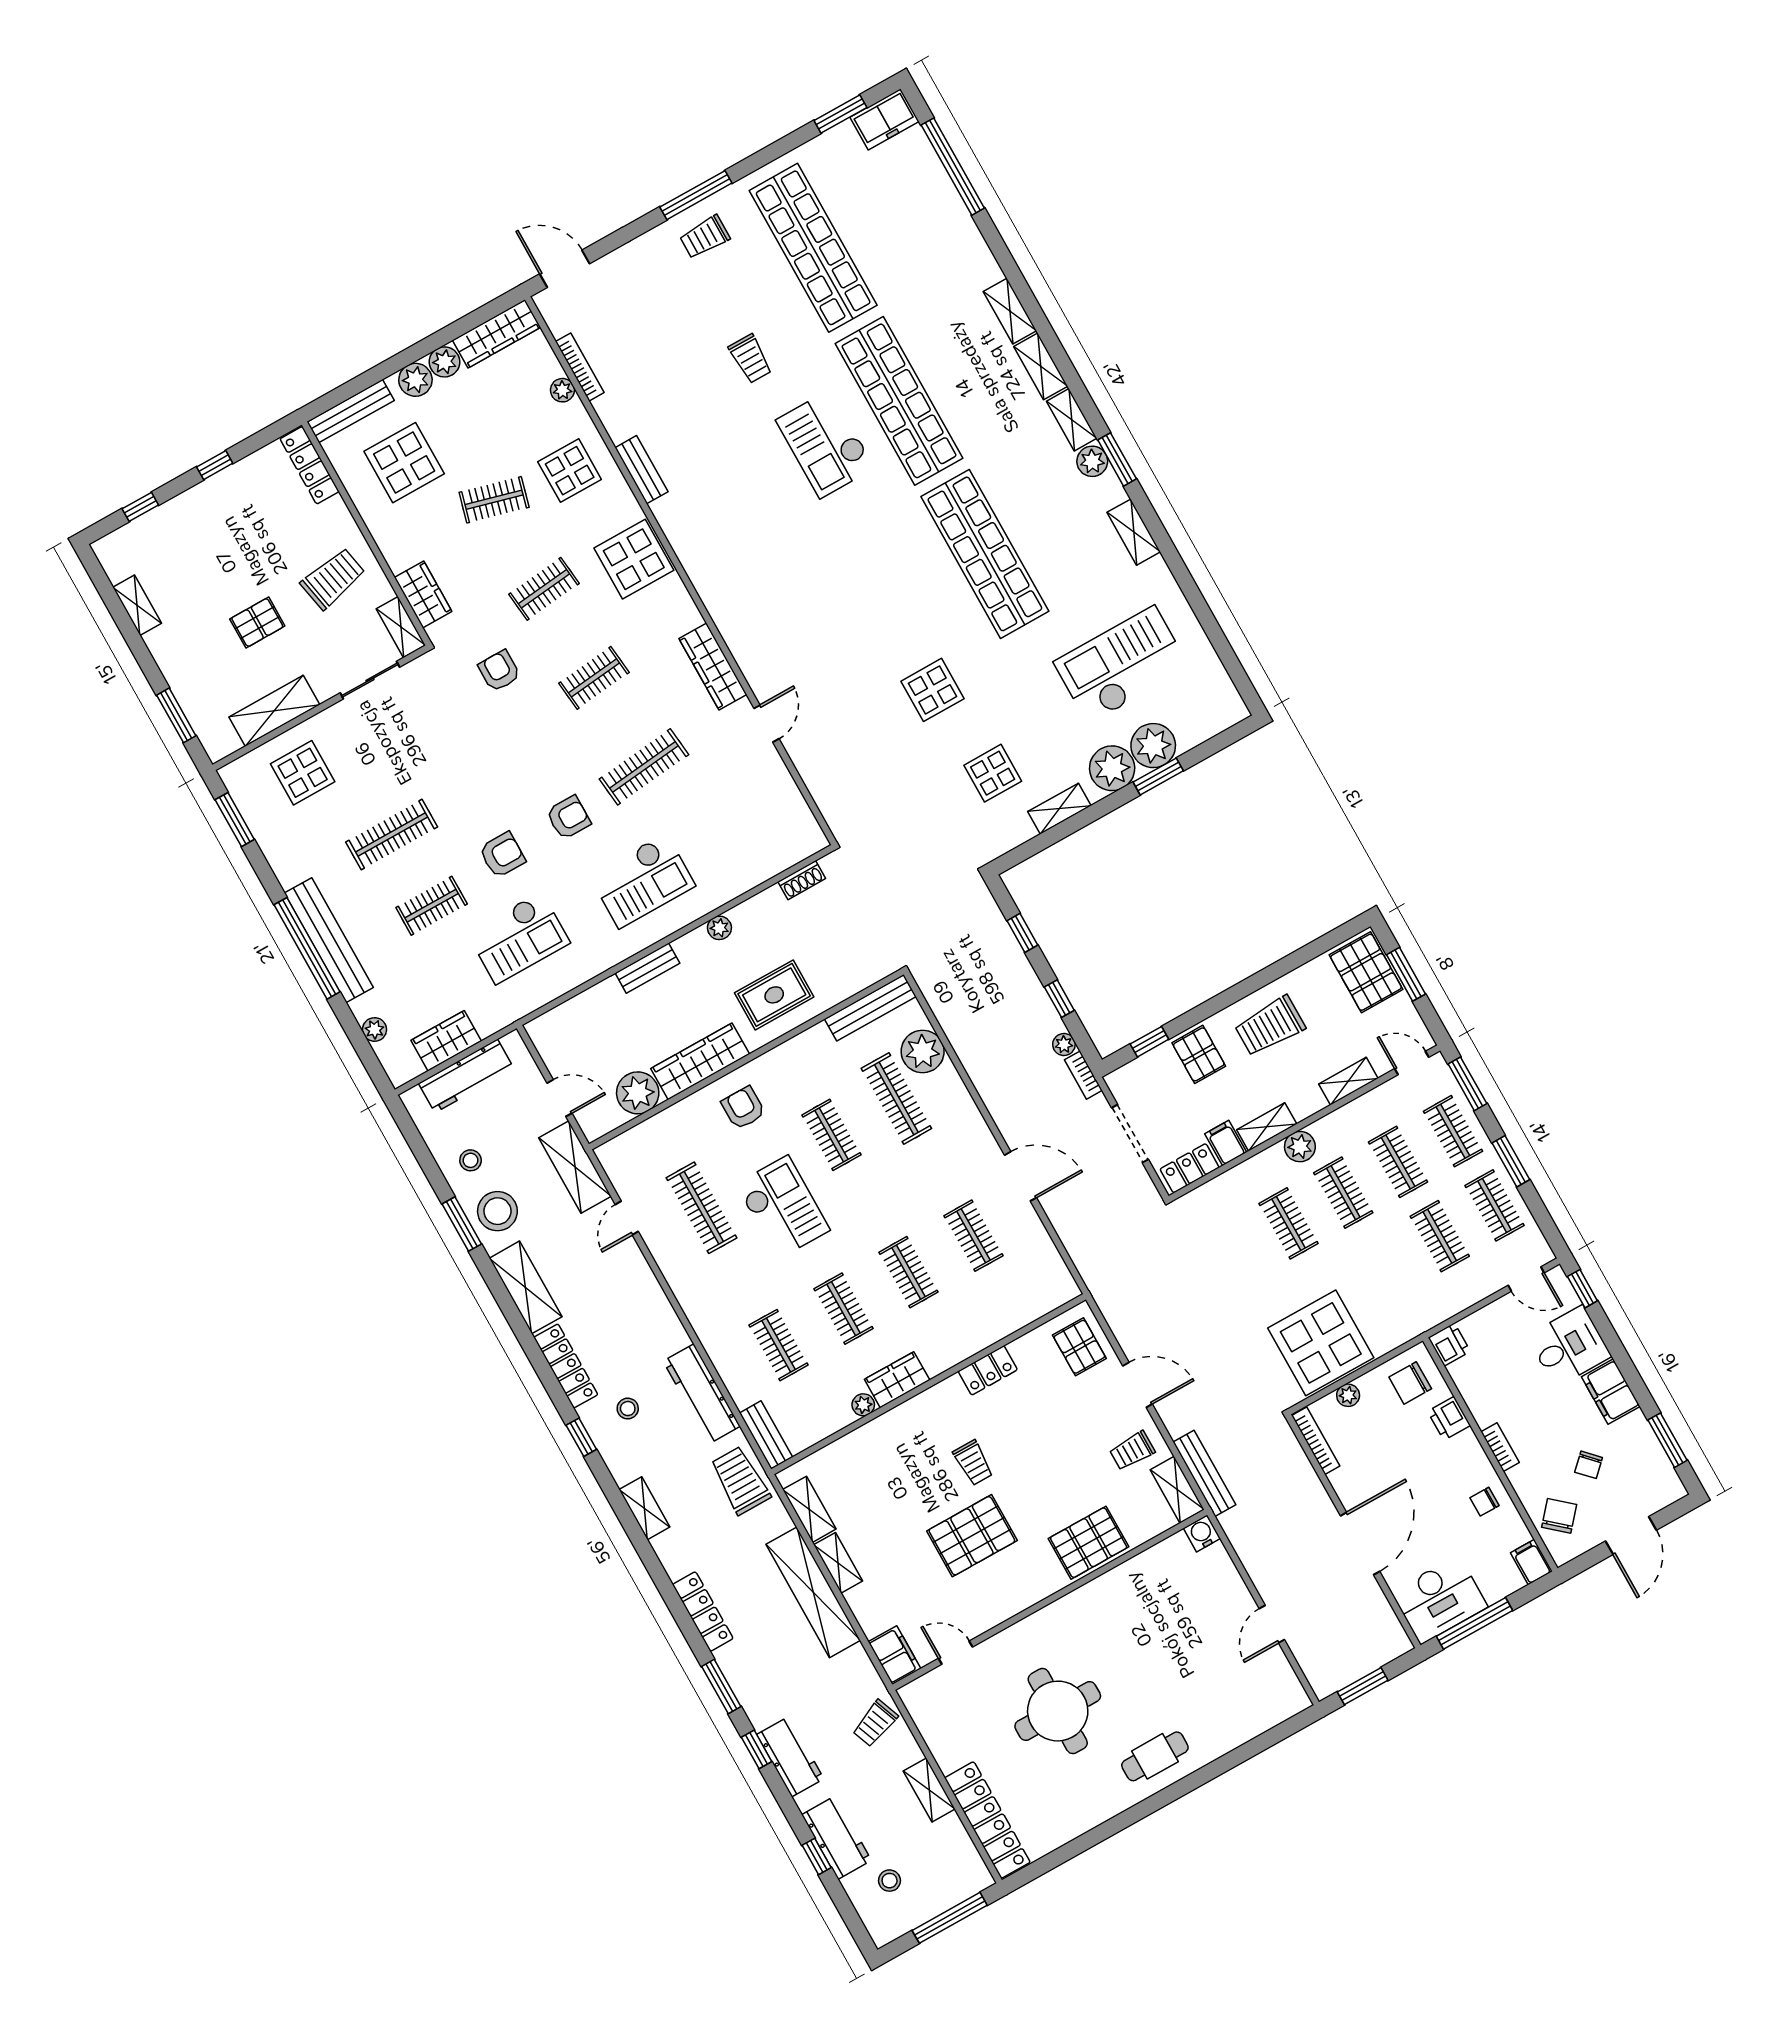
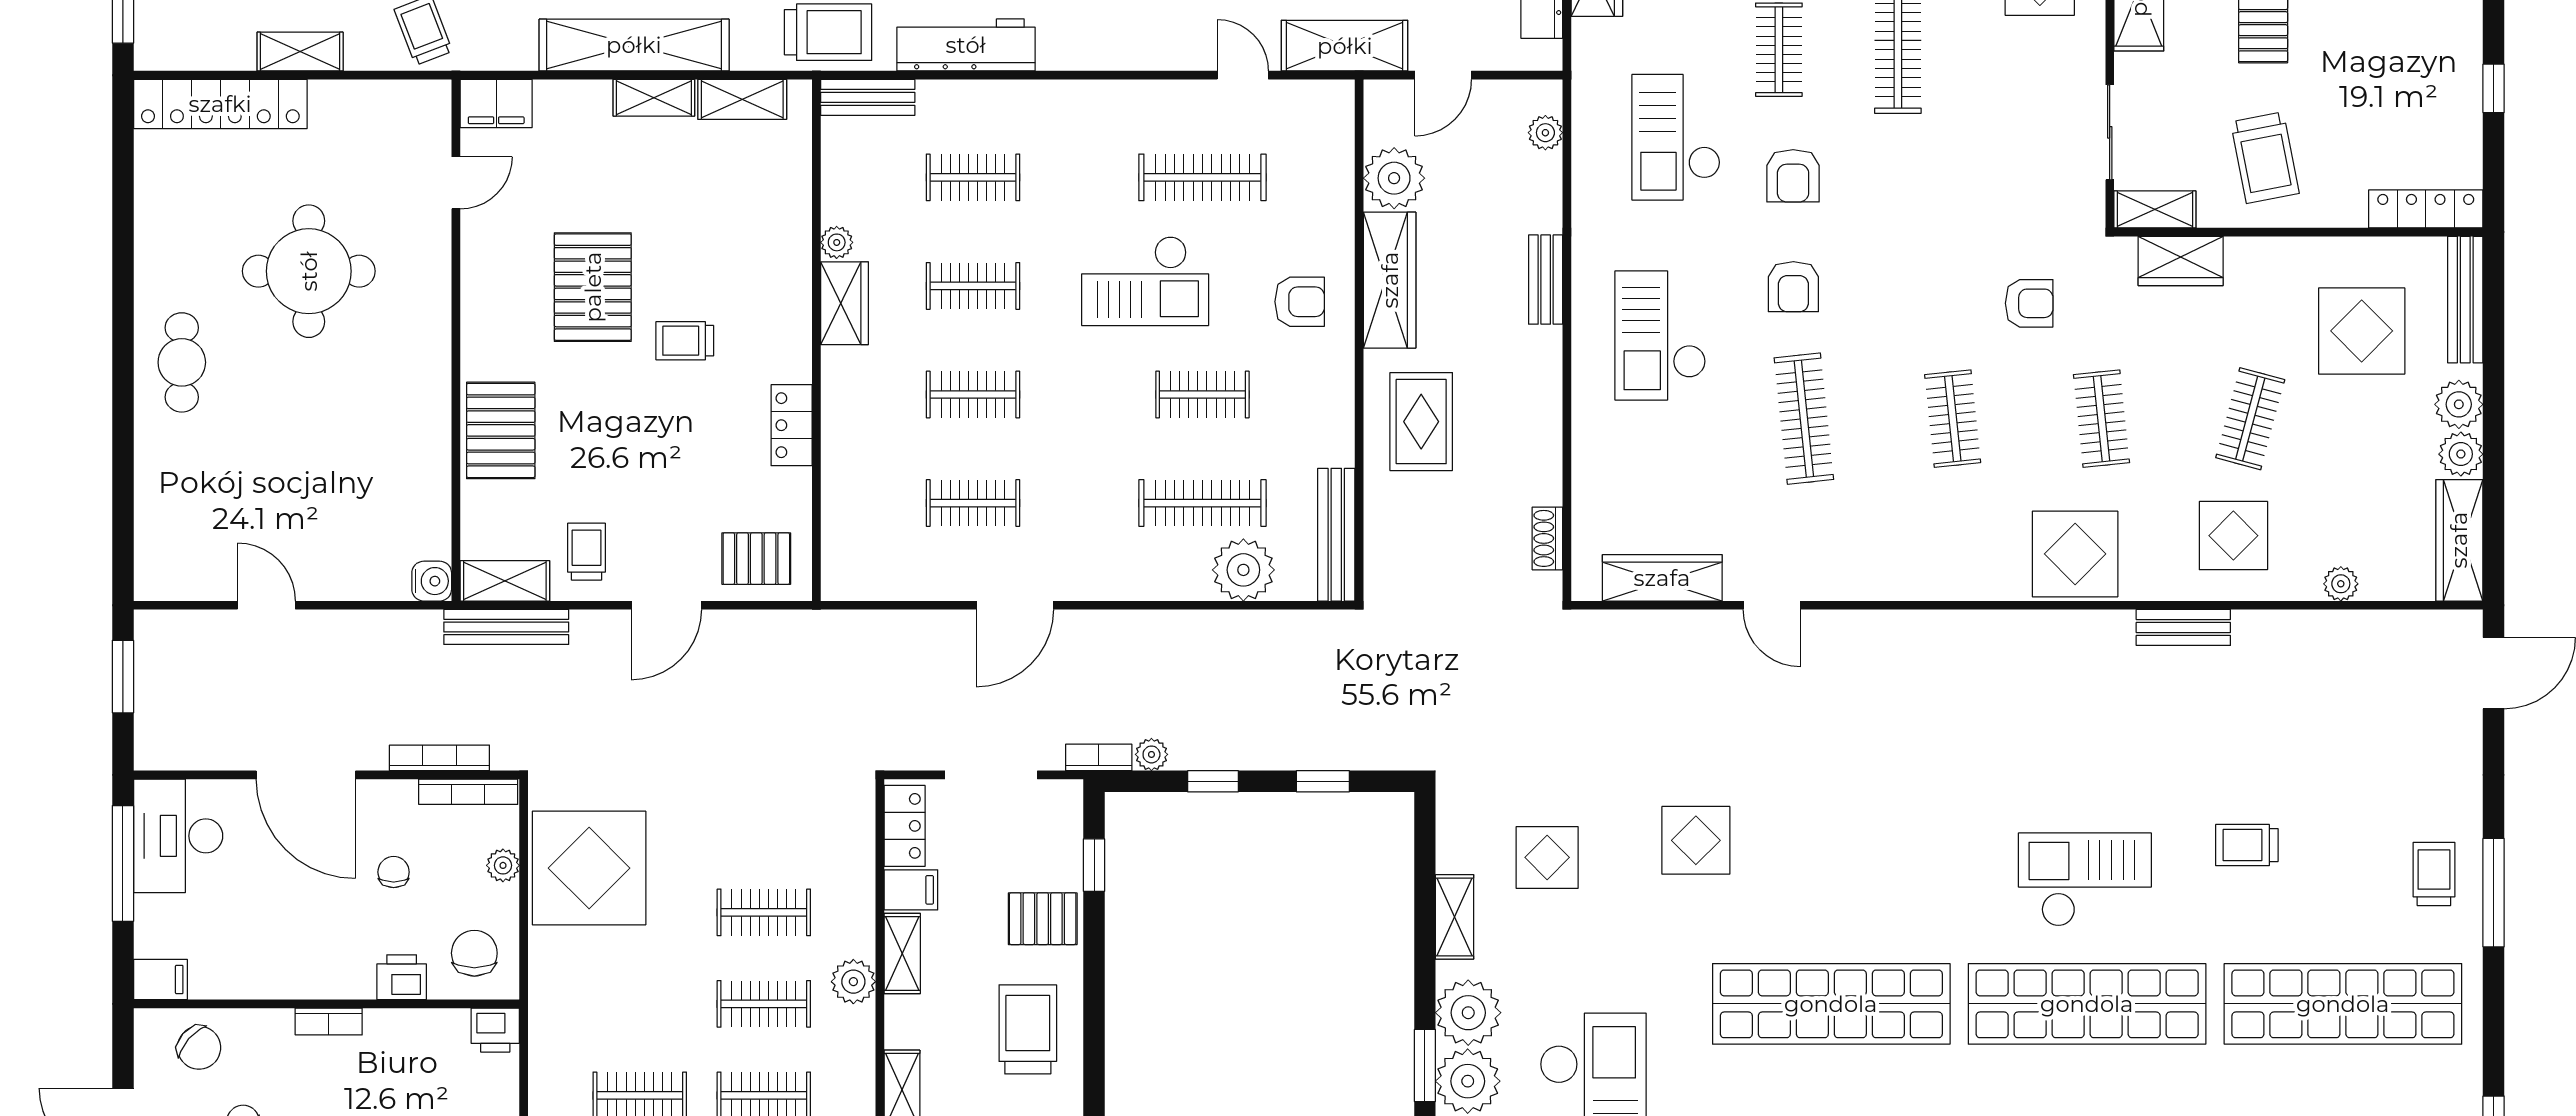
bookcase: (580, 367) -> (439, 758), moved, turned 180
wardrobe: (713, 666) -> (1662, 578), moved
plant: (719, 928) -> (1545, 133), moved
chair: (1484, 1502) -> (394, 872), moved

